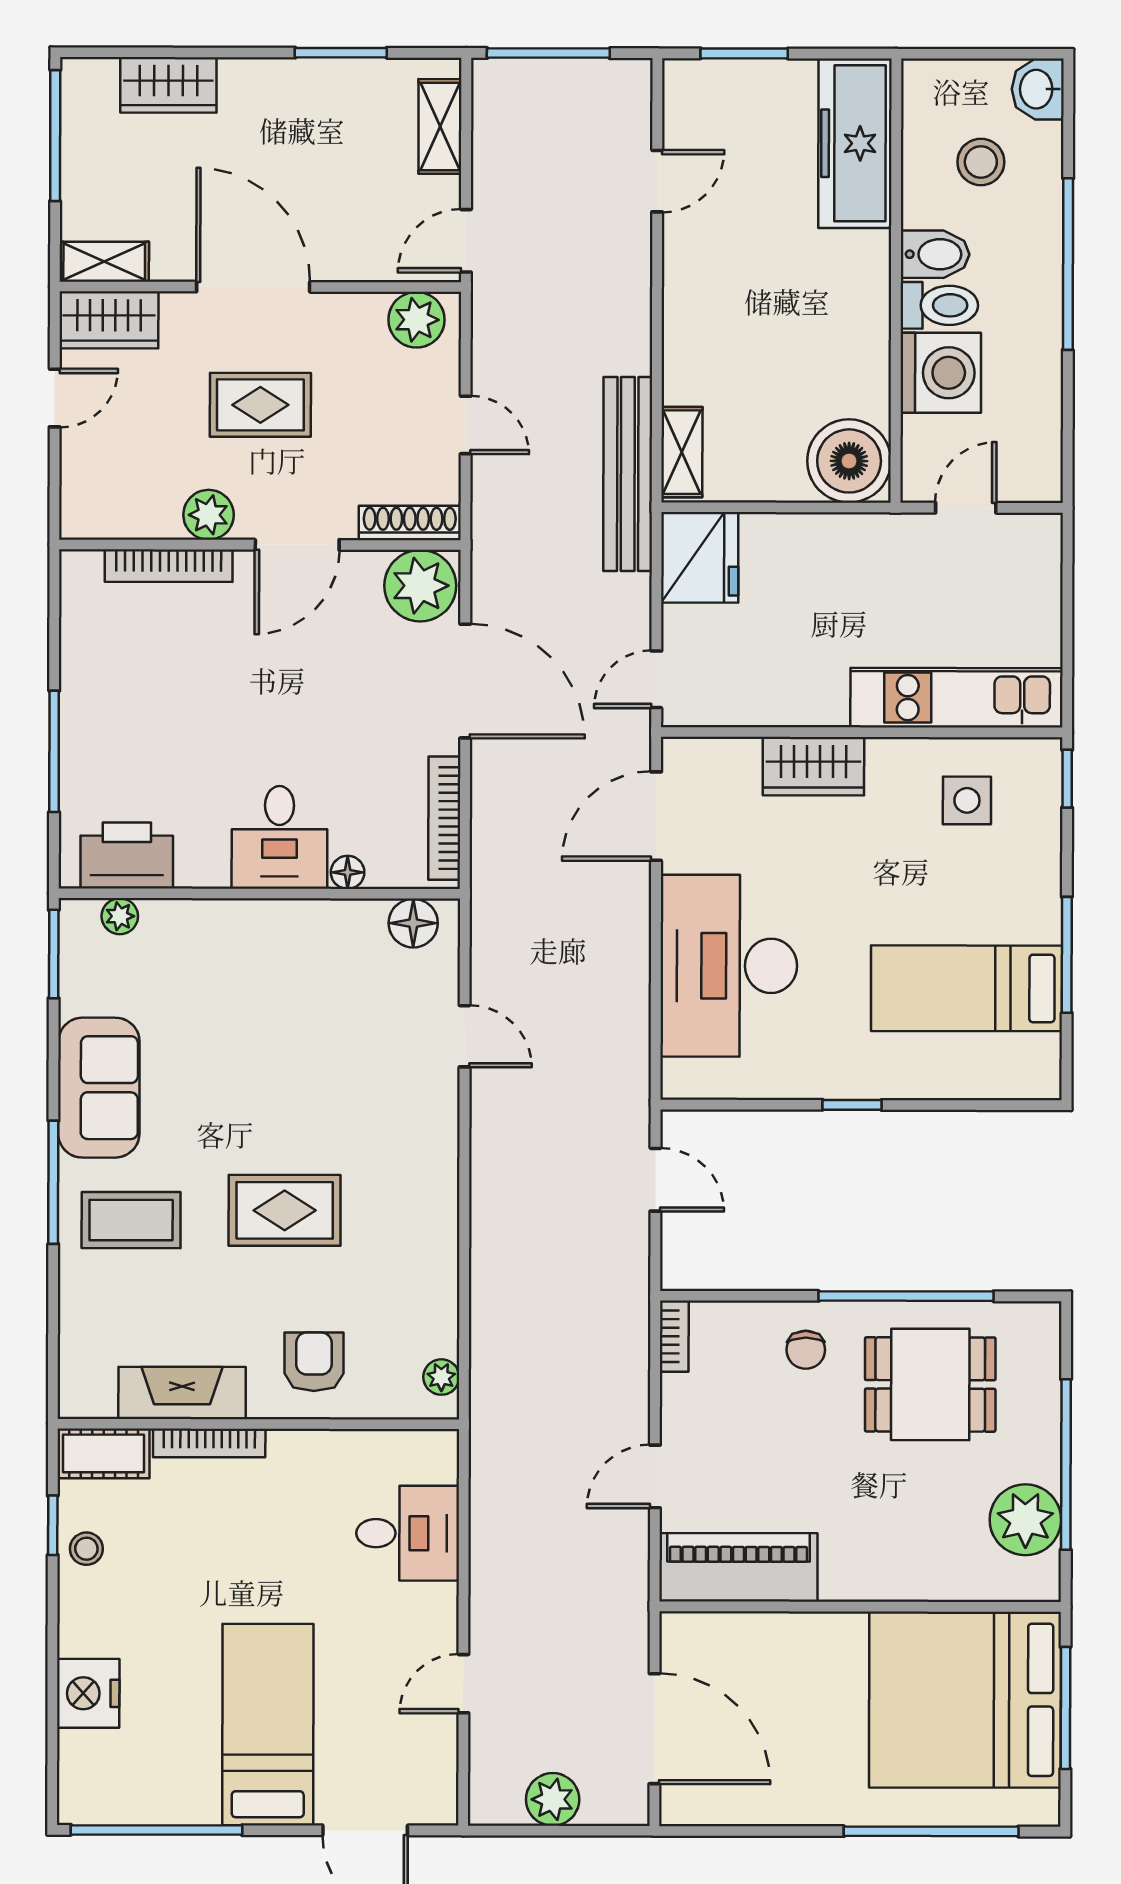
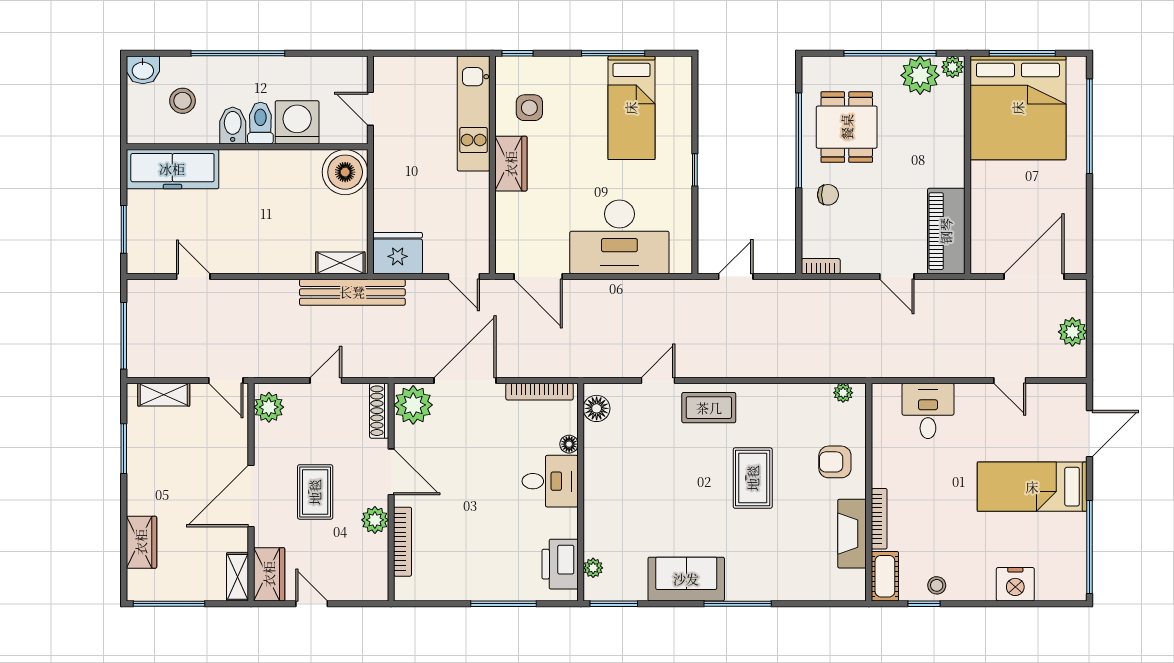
wardrobe: (813, 766) -> (511, 164), moved
coffee table: (131, 1220) -> (709, 408), moved, turned 90
plant: (1041, 1579) -> (953, 67), added

